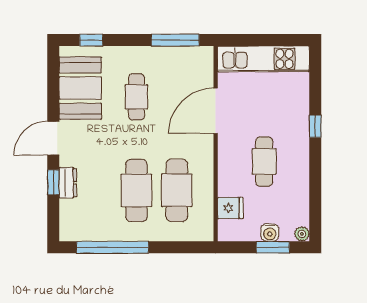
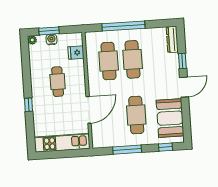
window: (175, 40) -> (127, 150), moved
cafe table: (136, 97) -> (136, 115), width x1.37, depth x1.35
dresser: (68, 183) -> (172, 39), moved, width x1.44
window: (112, 247) -> (123, 26), moved

